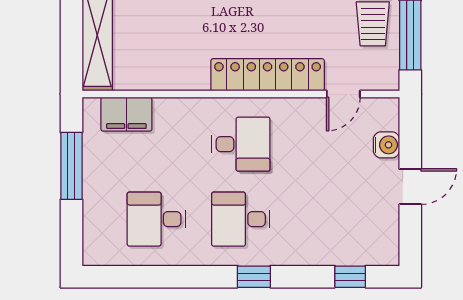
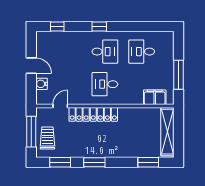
door: (410, 187) -> (31, 66), swing flipped
desk: (156, 219) -> (142, 52), turned 180

